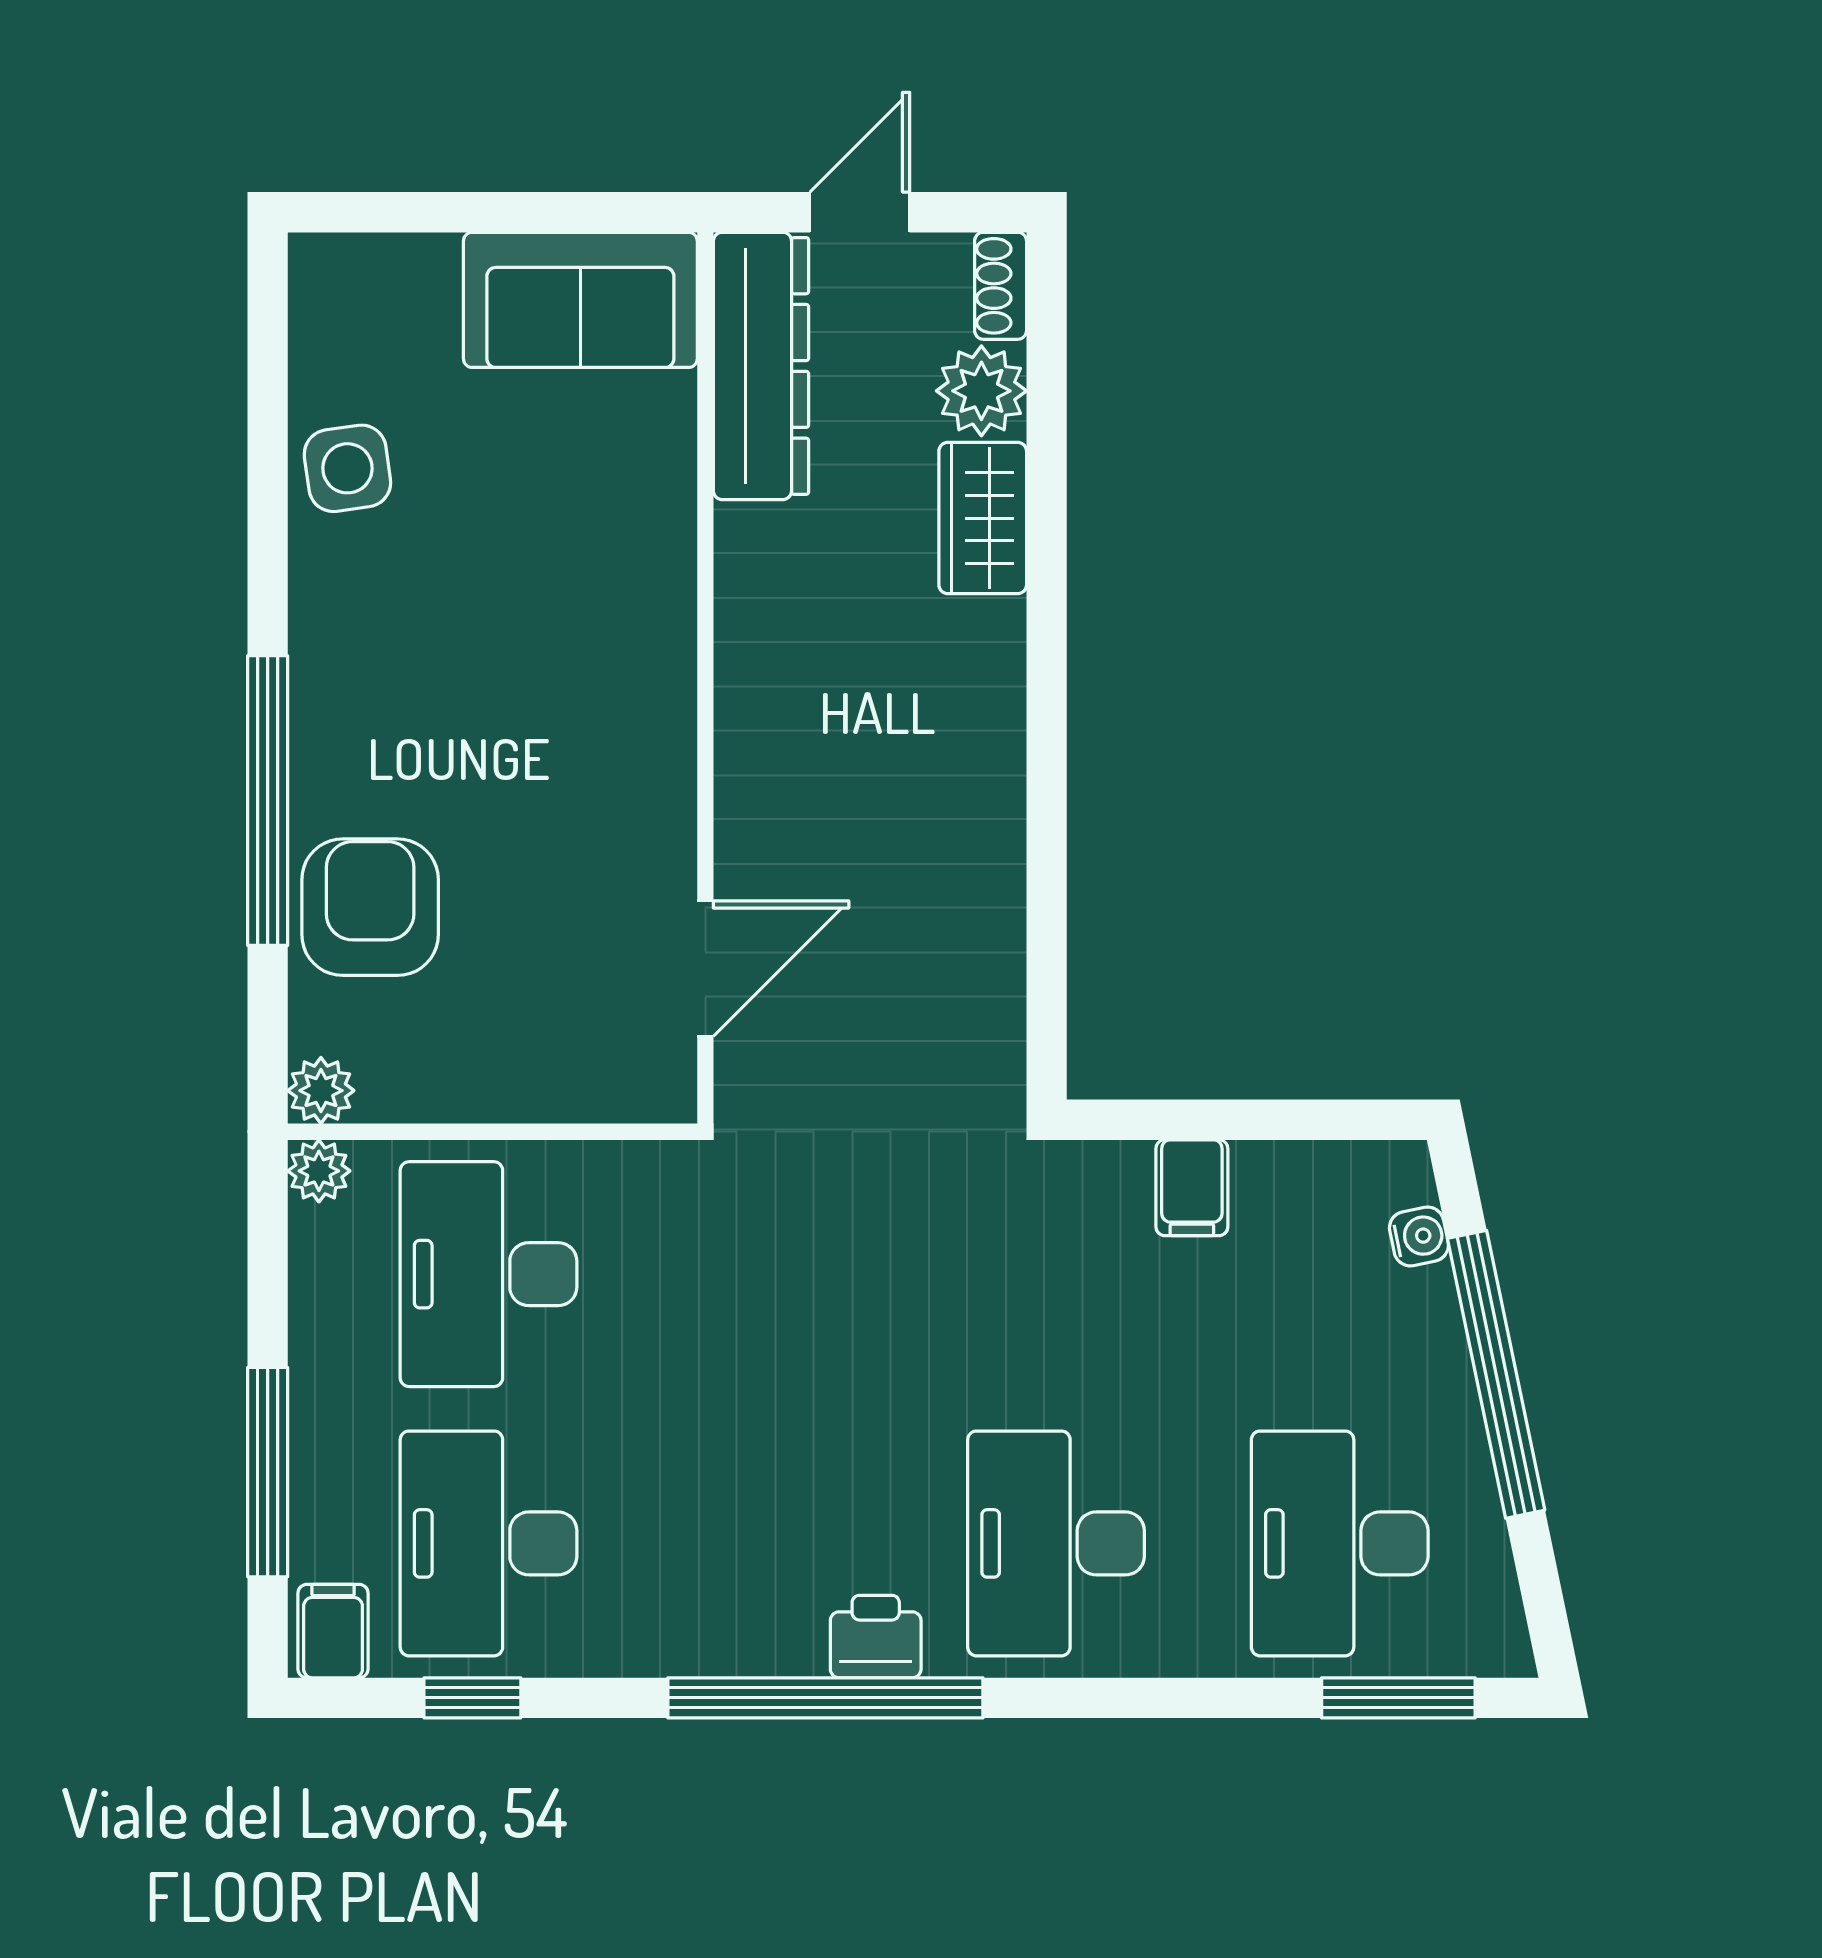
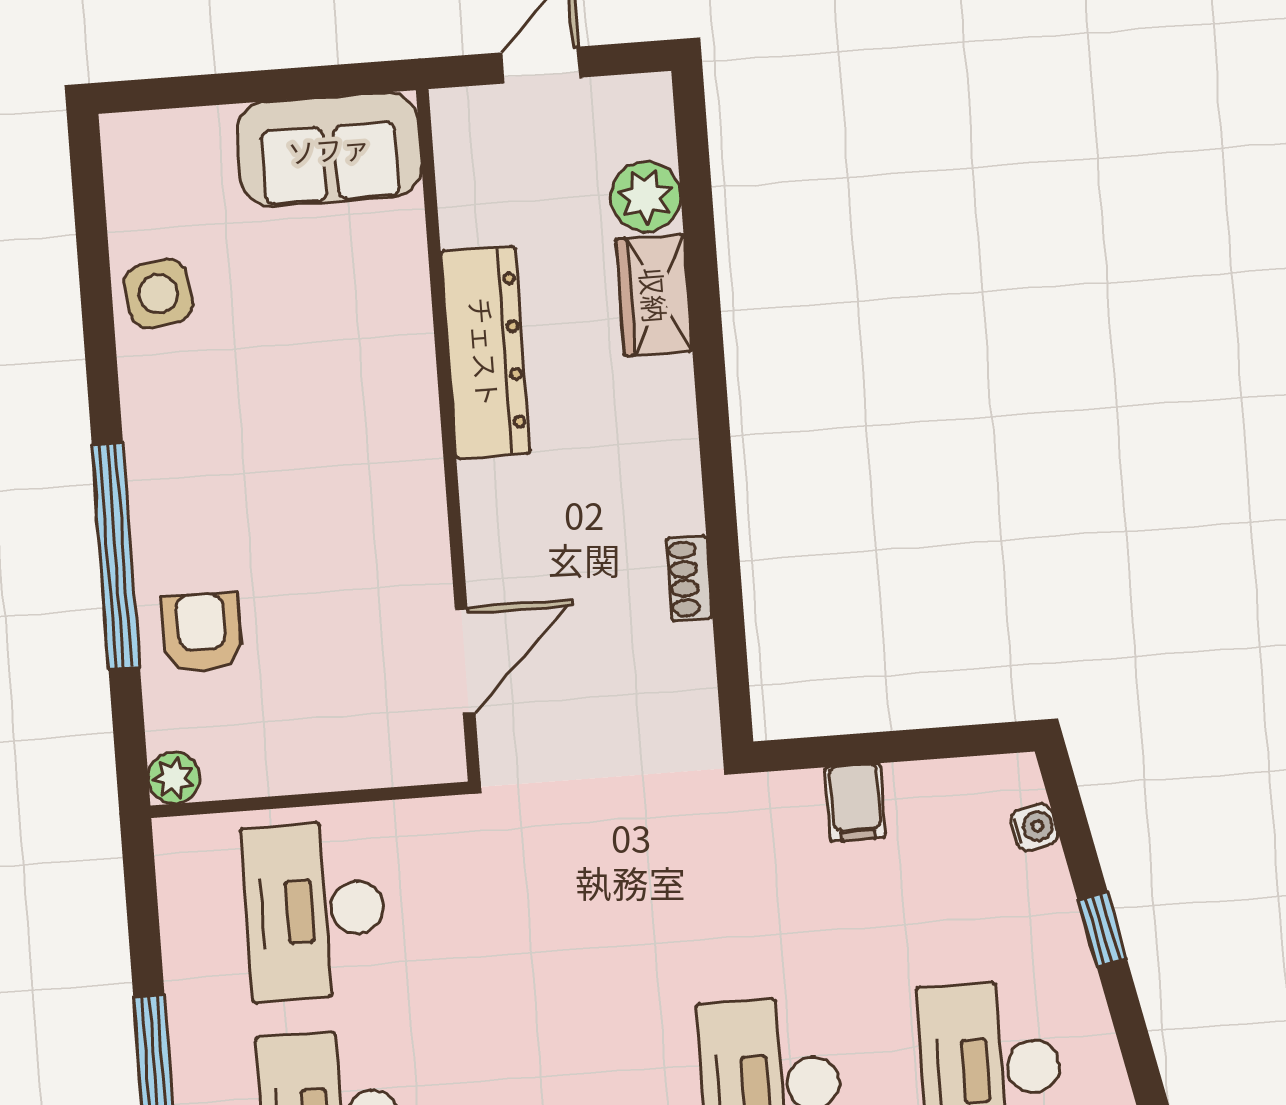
shoe rack: (1001, 286) -> (689, 578), moved
dresser: (761, 366) -> (485, 352), moved
armchair: (370, 907) -> (201, 633), width x0.72, depth x0.72
plant: (319, 1171) -> (177, 840), removed
window: (1496, 1374) -> (1102, 929), width x0.32

